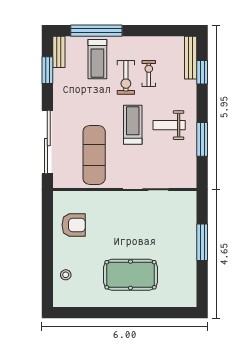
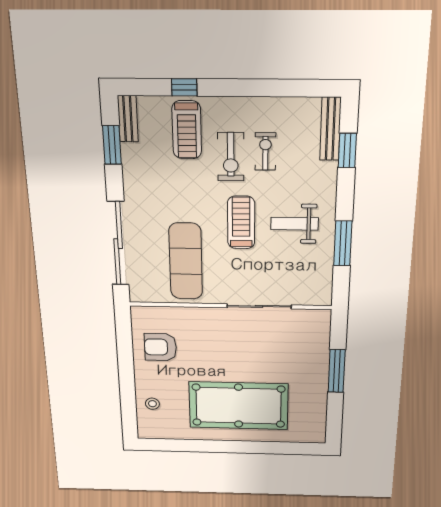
window: (96, 31) -> (184, 87), width x0.32
armchair: (74, 225) -> (160, 347), turned 180
pool table: (131, 275) -> (239, 406), width x1.36, depth x1.32

